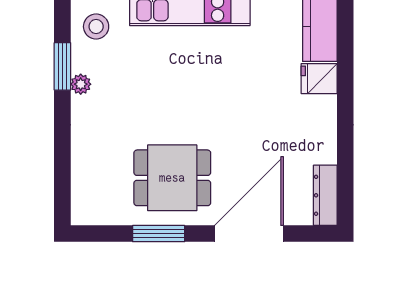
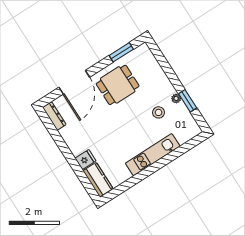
stool: (96, 27) -> (159, 112), moved
window: (159, 234) -> (121, 52), moved

